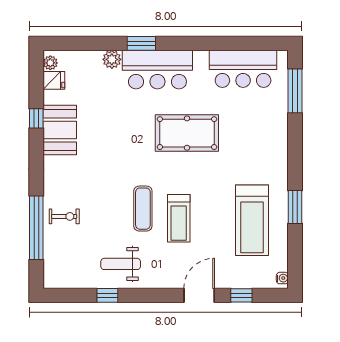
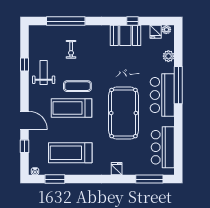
window: (141, 43) -> (178, 85), width x2.11
plant: (112, 59) -> (168, 56), moved
pool table: (187, 133) -> (124, 113), width x1.36, depth x1.32
fridge: (278, 144) -> (117, 169), added
window: (295, 207) -> (55, 179), moved
exercise bike: (64, 216) -> (71, 49), moved
treadmill: (179, 218) -> (71, 108), width x1.37, depth x1.38

